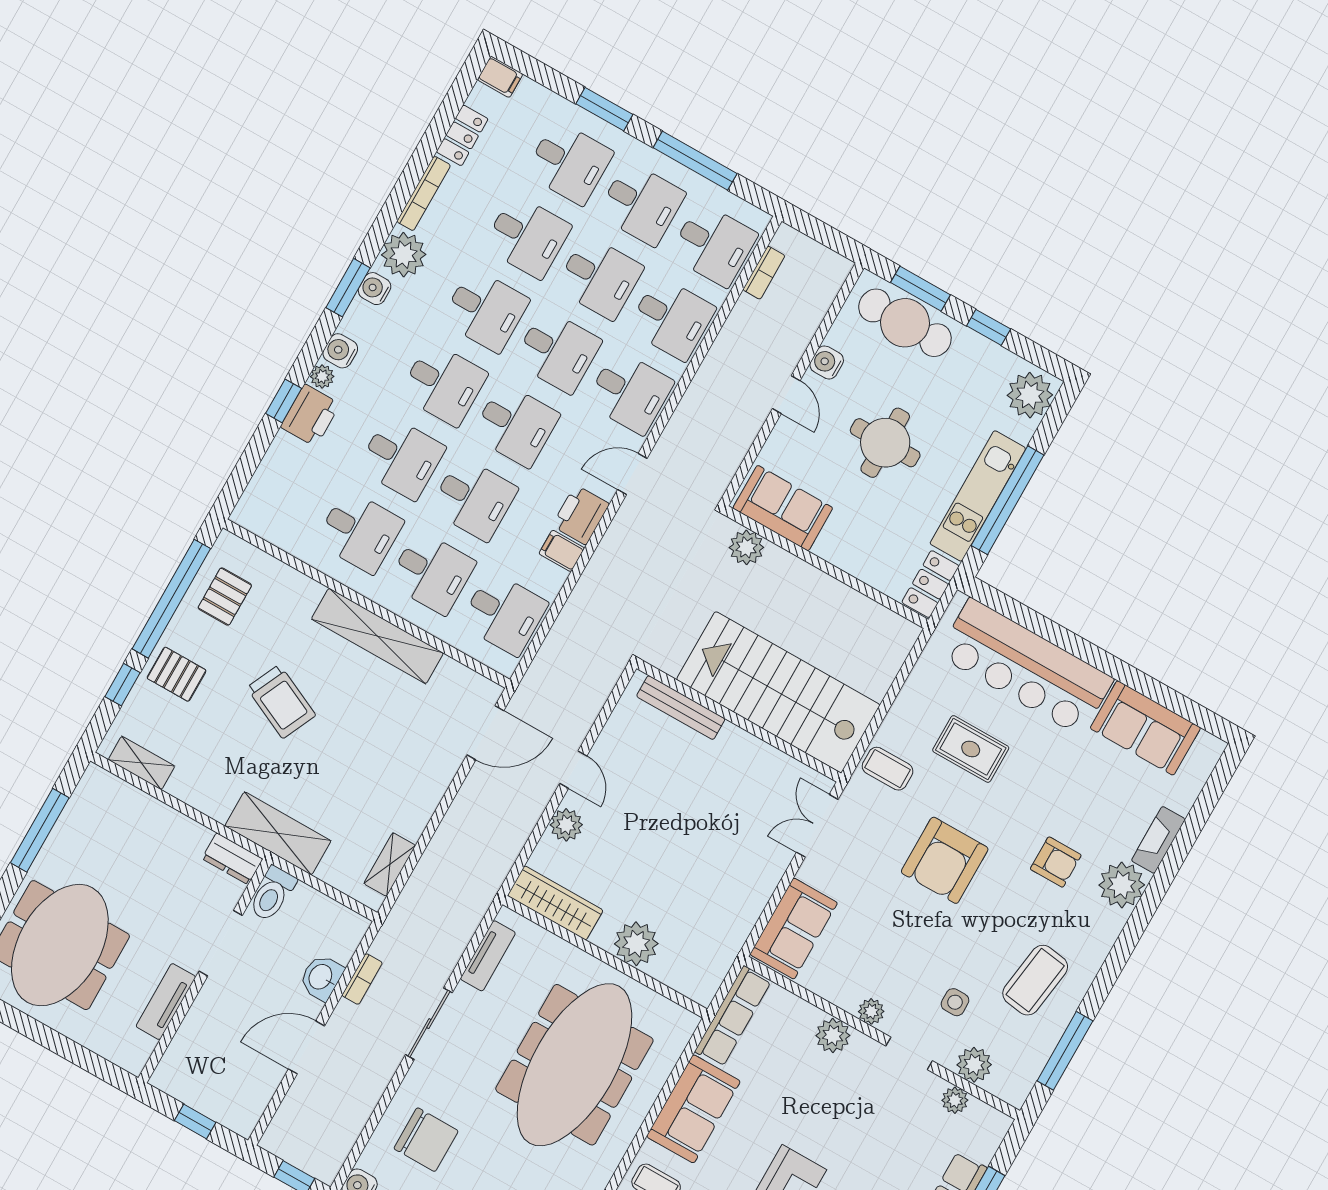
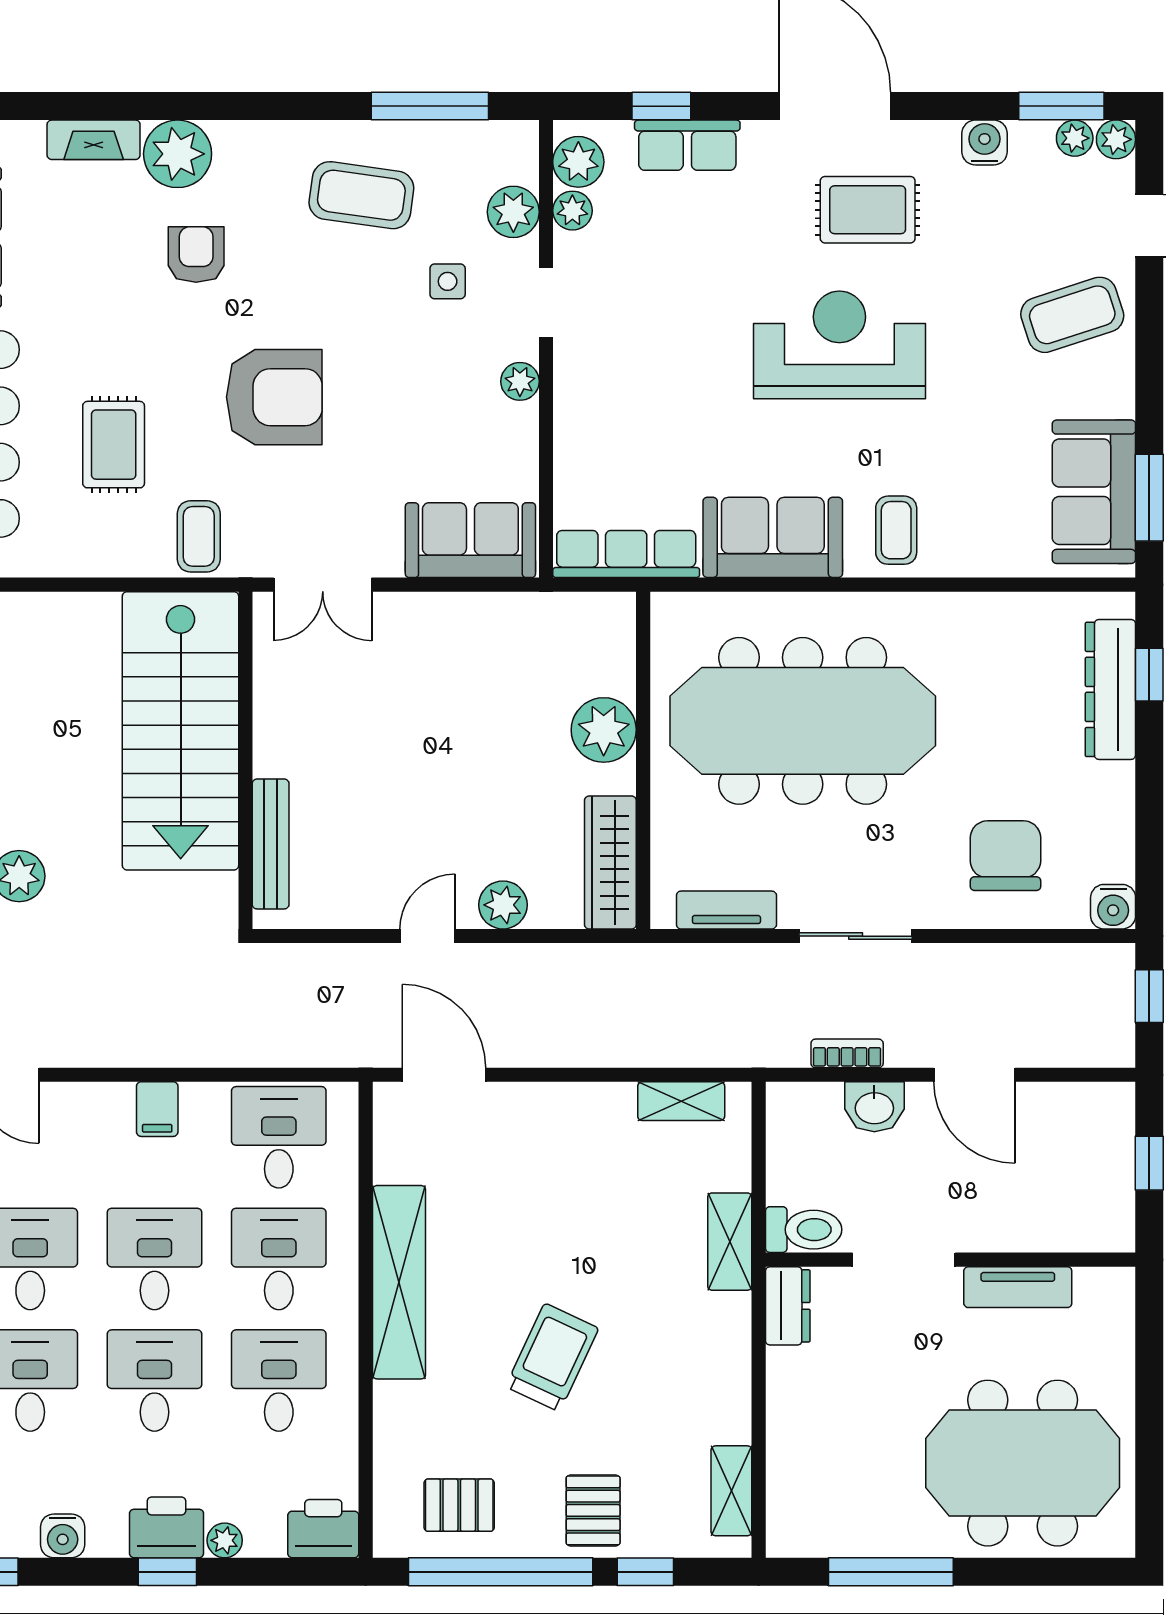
plant: (322, 377) -> (225, 1540), moved
printer: (581, 515) -> (323, 1529), moved, turned 180
shelving: (278, 833) -> (730, 1242), width x0.67, depth x0.75
plant: (833, 1036) -> (578, 162), moved

